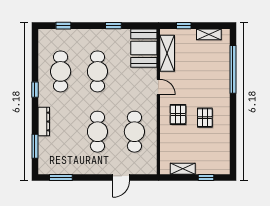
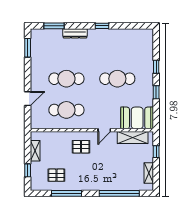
window: (63, 26) -> (156, 67), moved
cafe table: (61, 71) -> (117, 47), removed
pallet: (205, 118) -> (56, 175), moved
window: (233, 132) -> (67, 193), added
door: (121, 177) -> (28, 99), swing flipped

